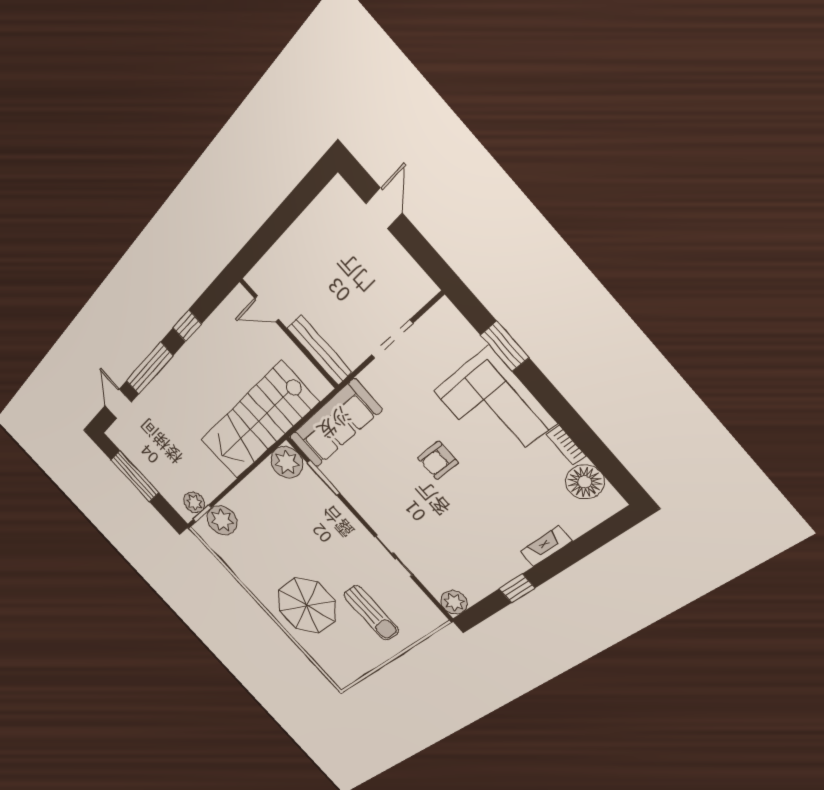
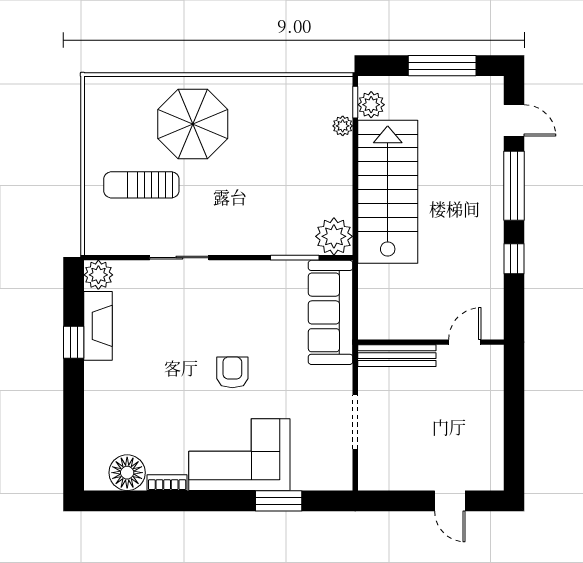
stairs: (258, 421) -> (388, 192), moved
plant: (222, 520) -> (343, 126), width x0.53, depth x0.53
fireplace: (546, 546) -> (98, 326), moved, width x1.37, depth x1.32

